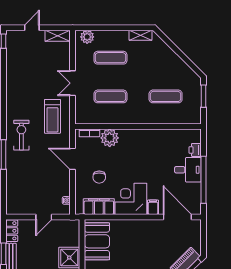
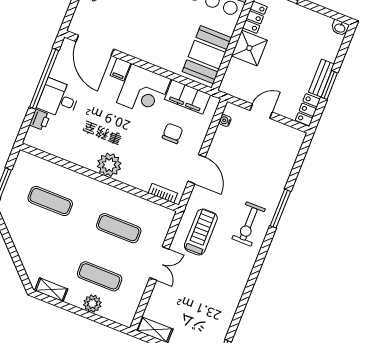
plant: (87, 37) -> (92, 304), moved
plant: (110, 138) -> (109, 165), moved

